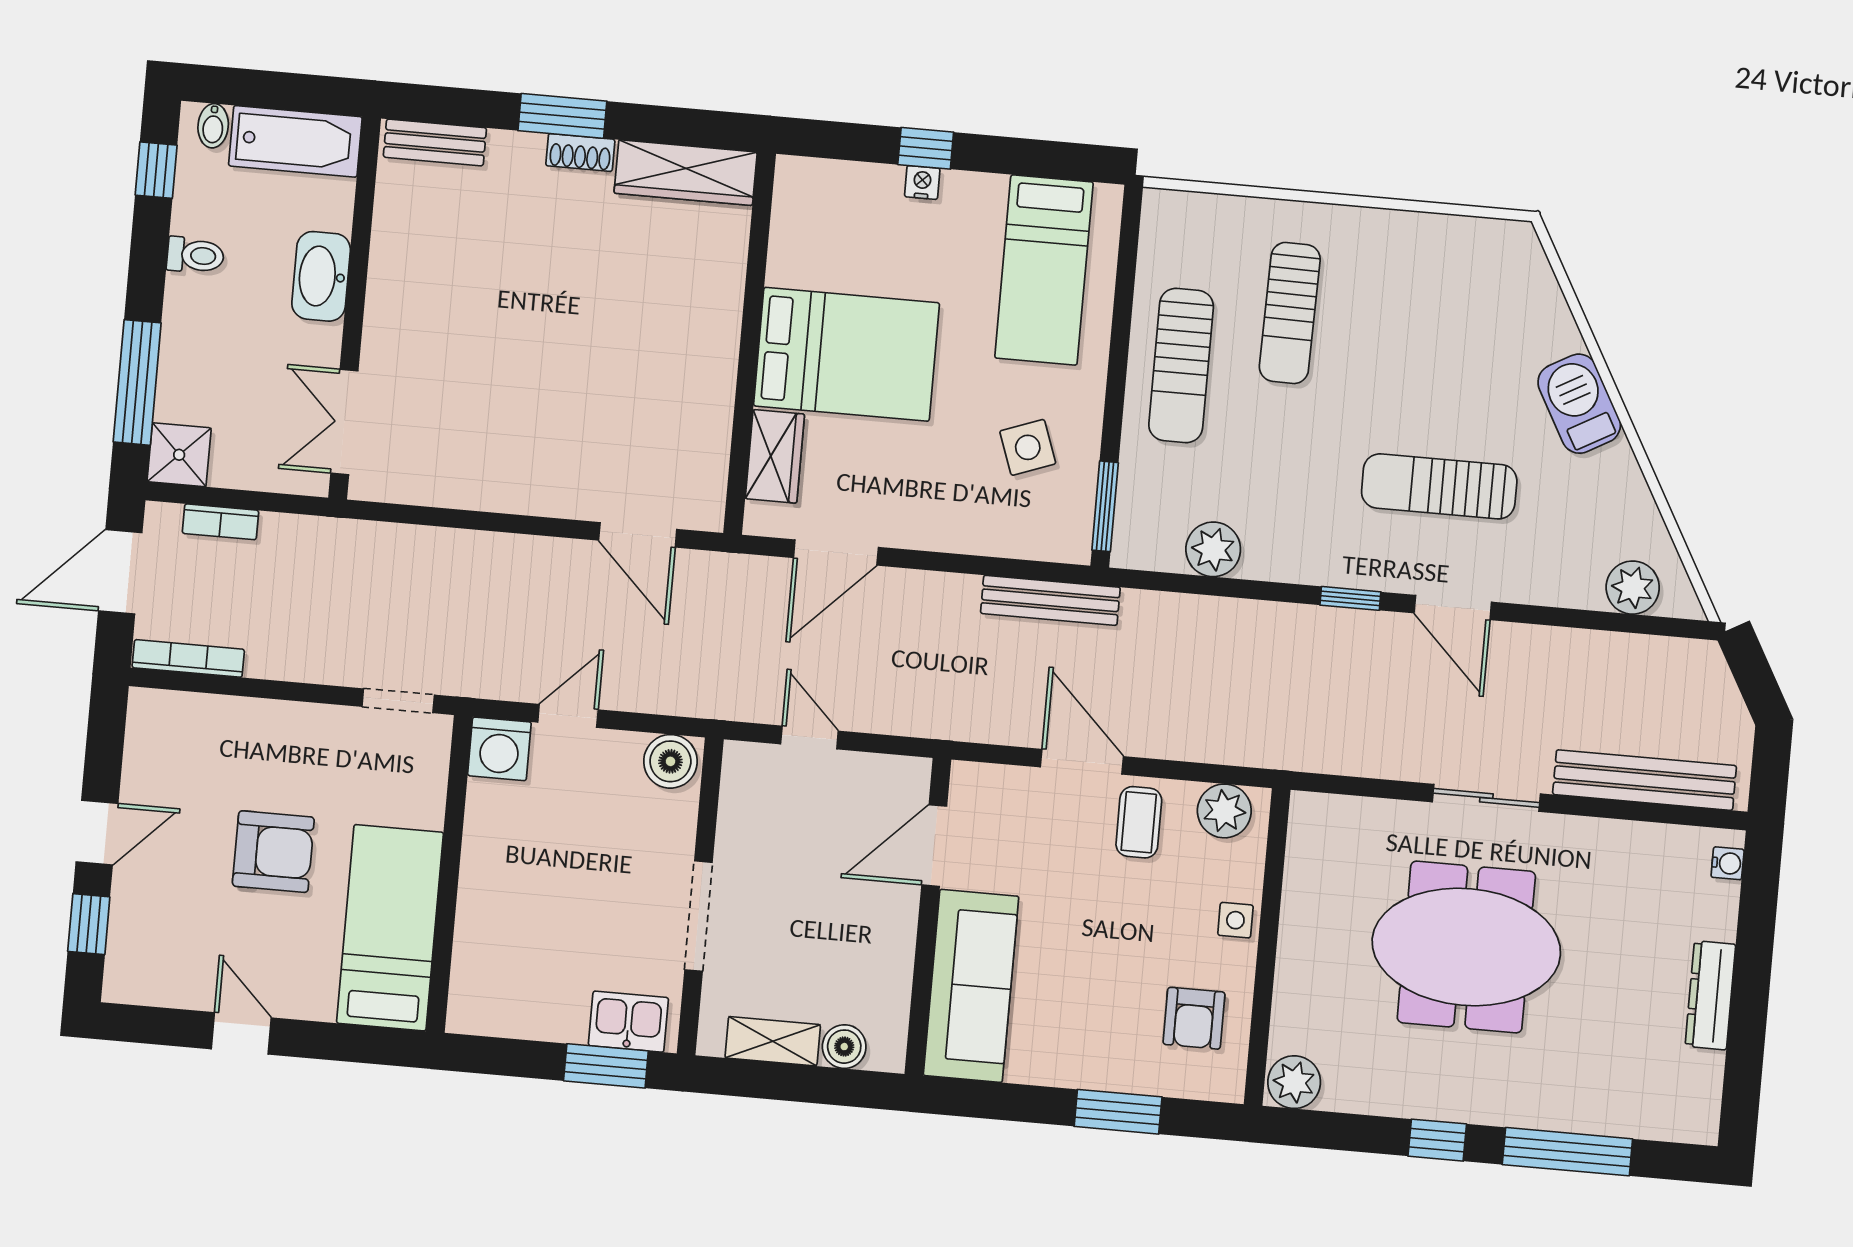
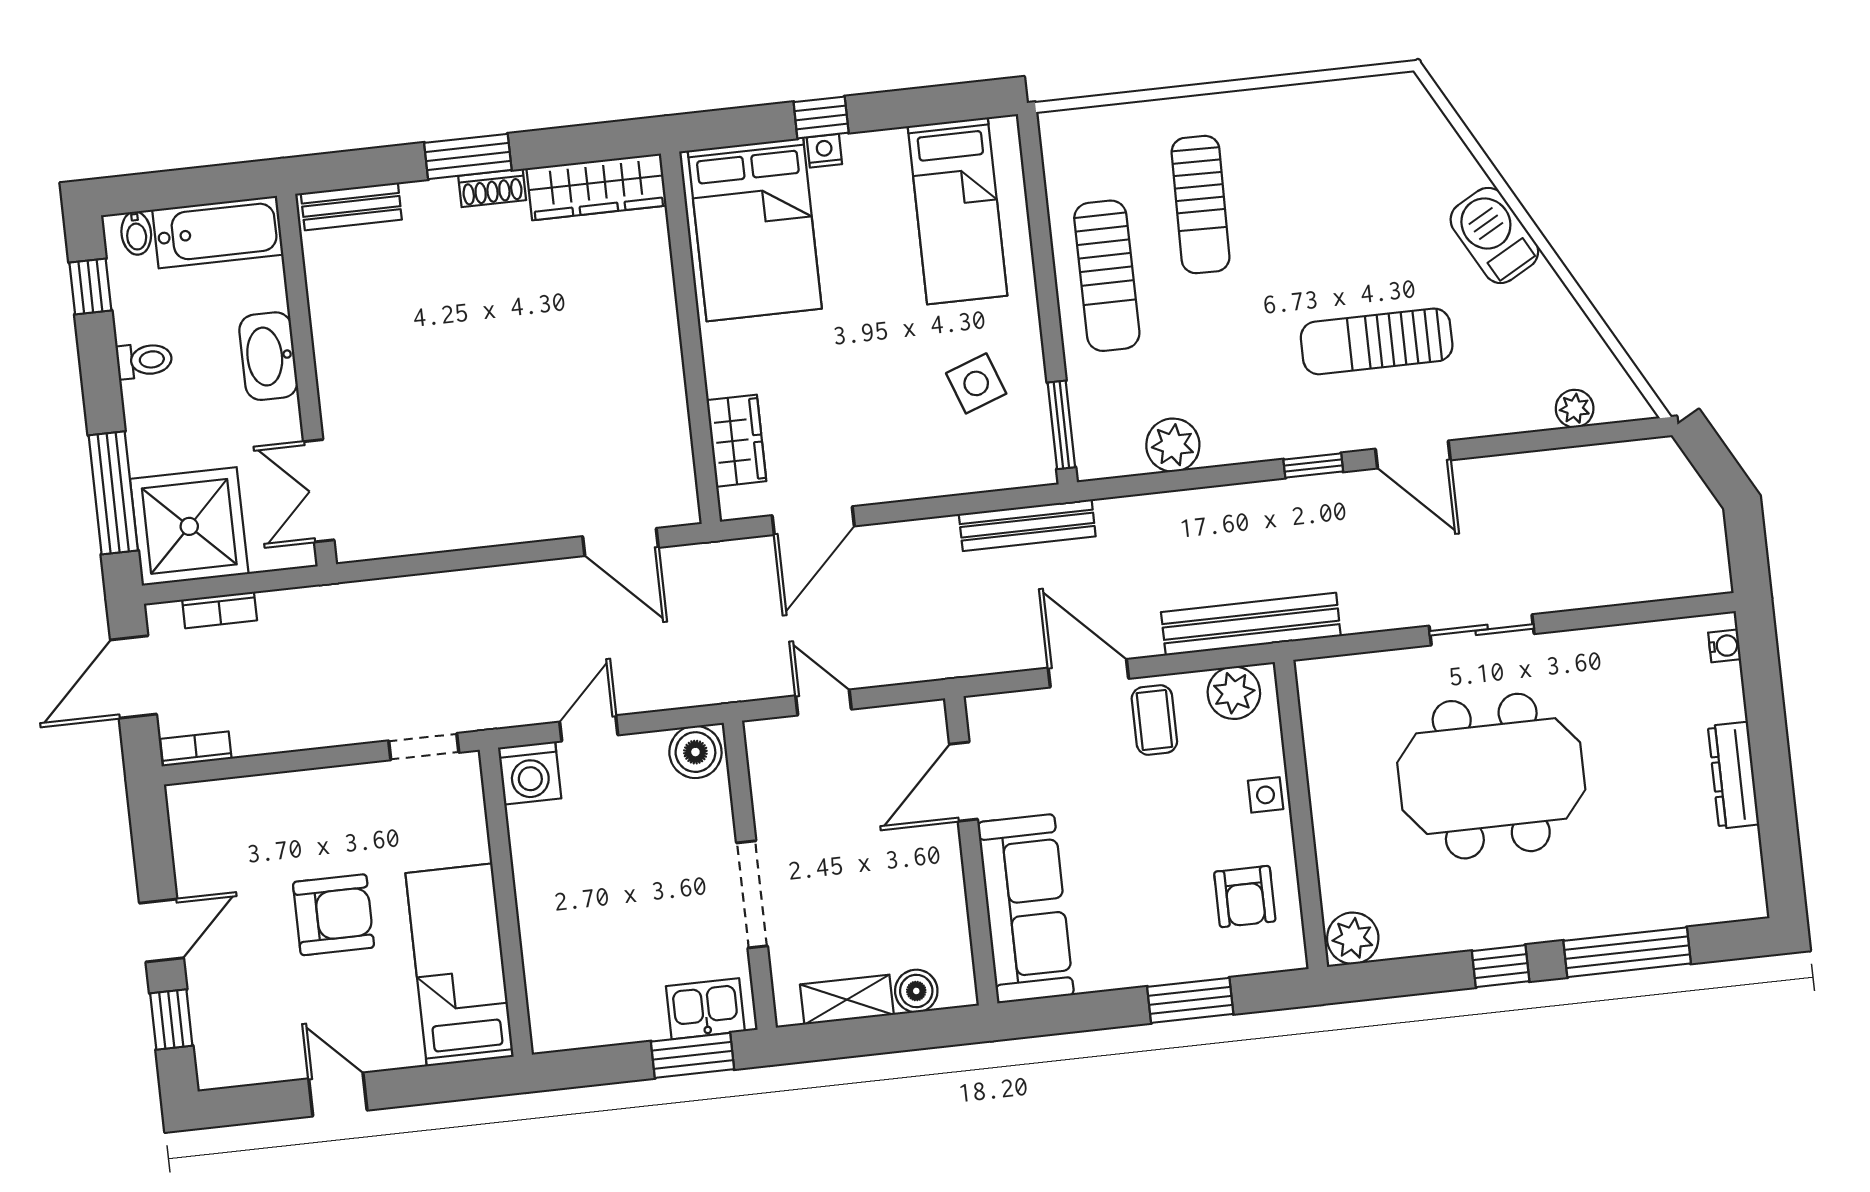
bed: (846, 354) -> (755, 230), moved, turned 90
shower: (179, 455) -> (189, 526), width x1.86, depth x1.86
plant: (1633, 588) -> (1575, 409), width x0.73, depth x0.73
bookcase: (188, 658) -> (196, 749), width x0.64
bench: (1645, 780) -> (1251, 624), moved

